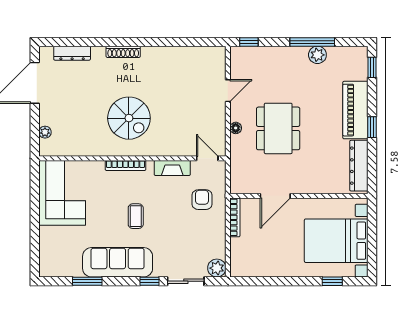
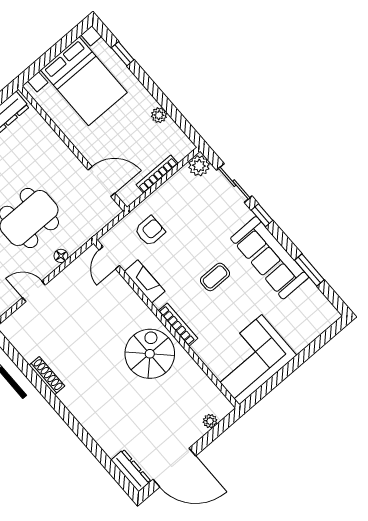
shoe rack: (123, 52) -> (47, 376), moved
dresser: (72, 53) -> (131, 471), moved
spiral stairs: (129, 118) -> (150, 354), moved
door: (275, 196) -> (101, 182), moved
armchair: (202, 200) -> (150, 231), turned 180
bookcase: (235, 217) -> (157, 174), moved
plant: (272, 270) -> (159, 115), added

